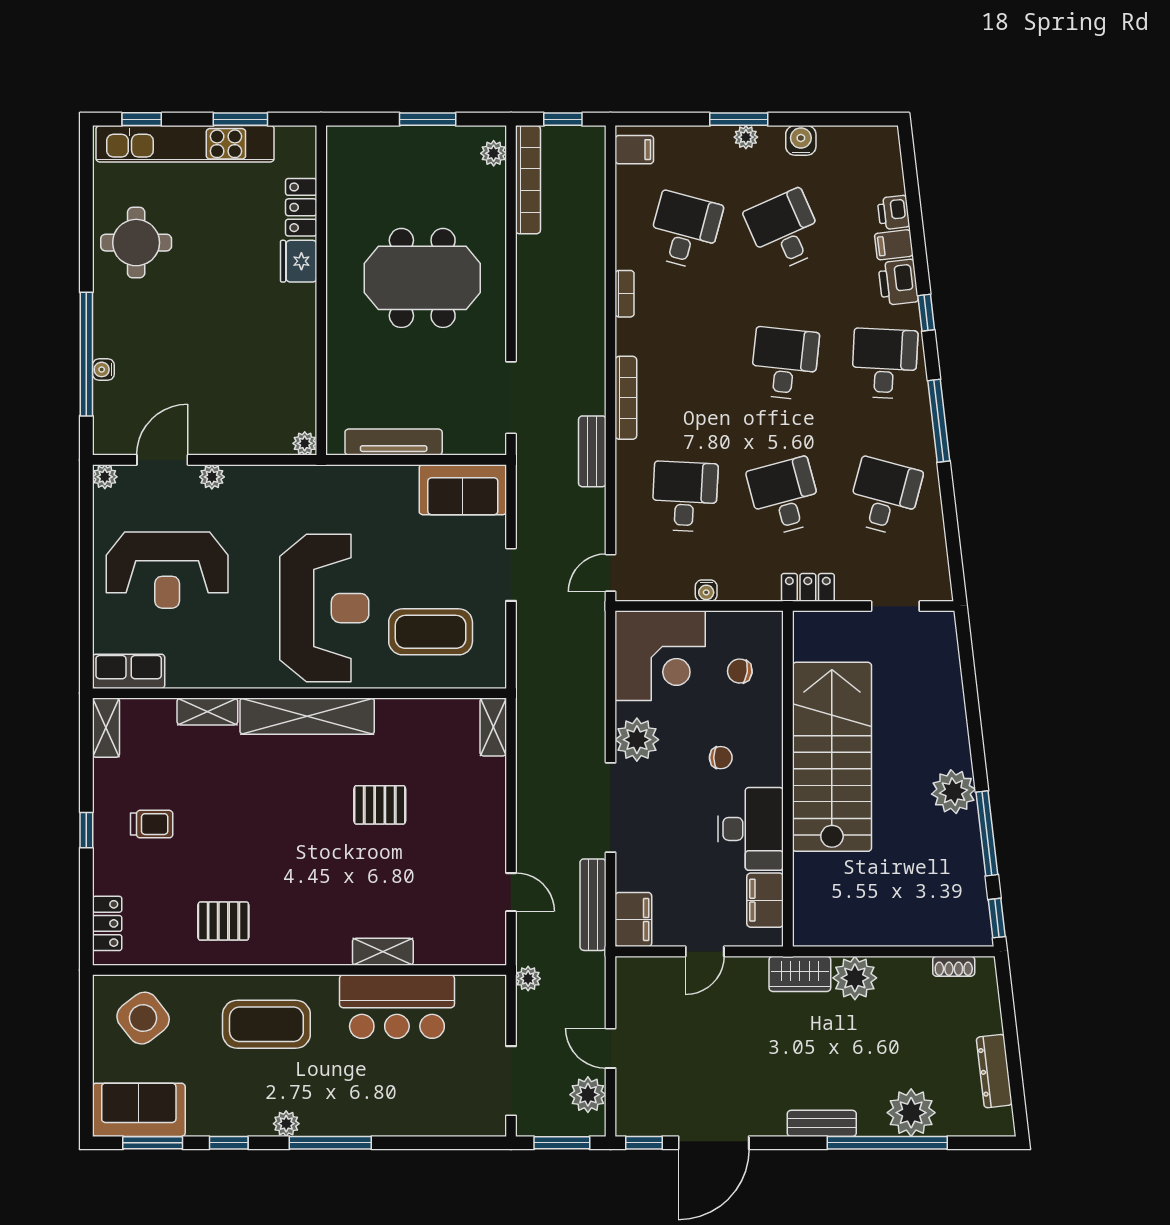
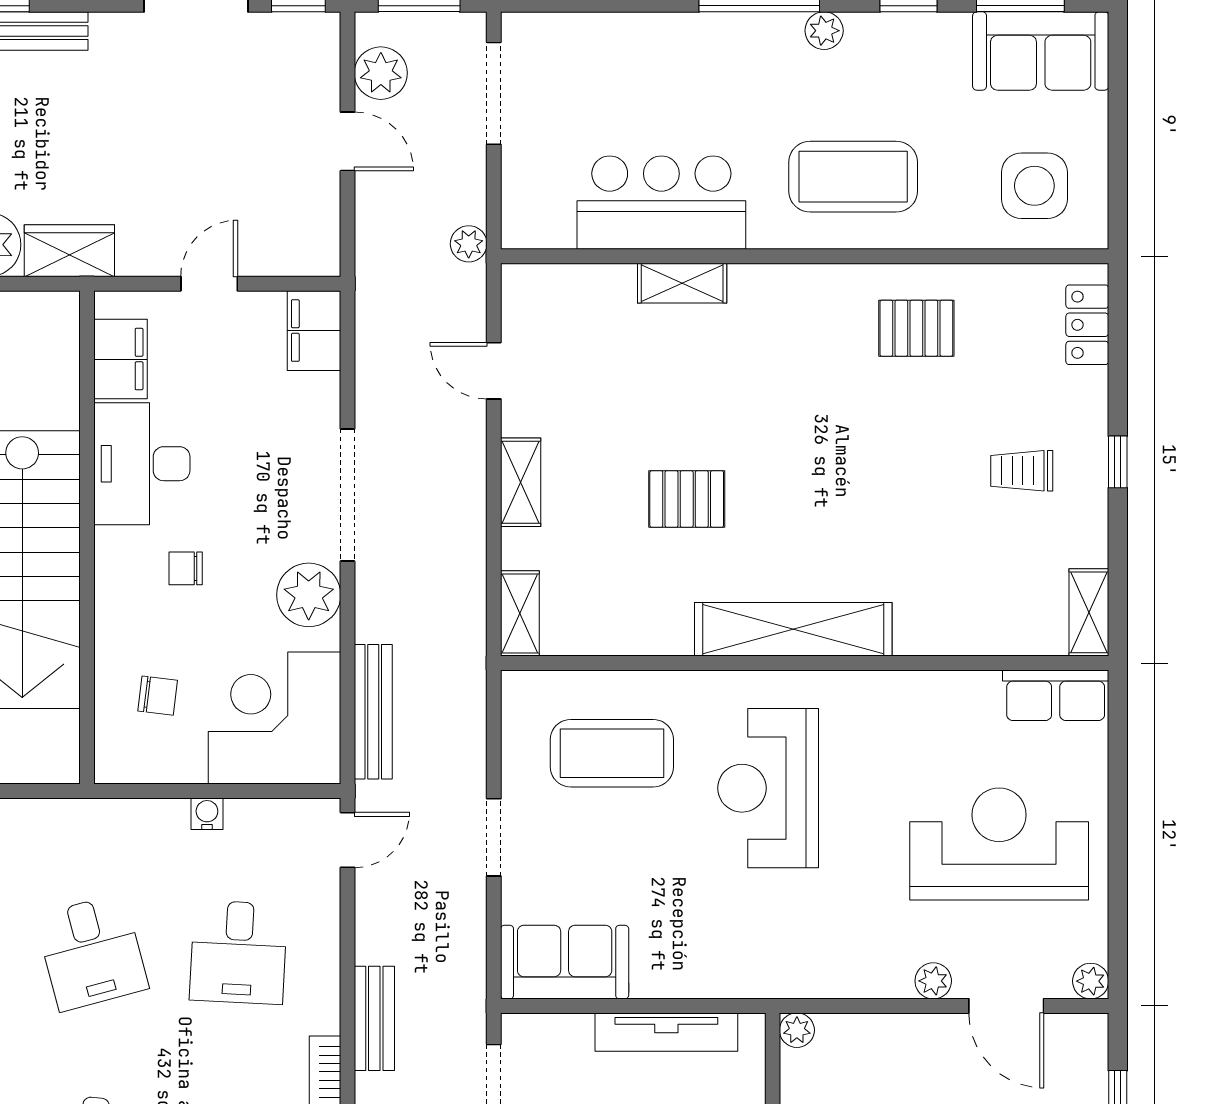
door: (162, 460) -> (1006, 1006), hinge flipped
locker: (808, 587) -> (58, 819), removed
reception desk: (324, 608) -> (768, 788), width x0.74, depth x0.77
shelving: (207, 711) -> (521, 482), moved, turned 90
bench: (593, 905) -> (373, 712), moved
side table: (143, 1018) -> (1034, 186), turned 38

